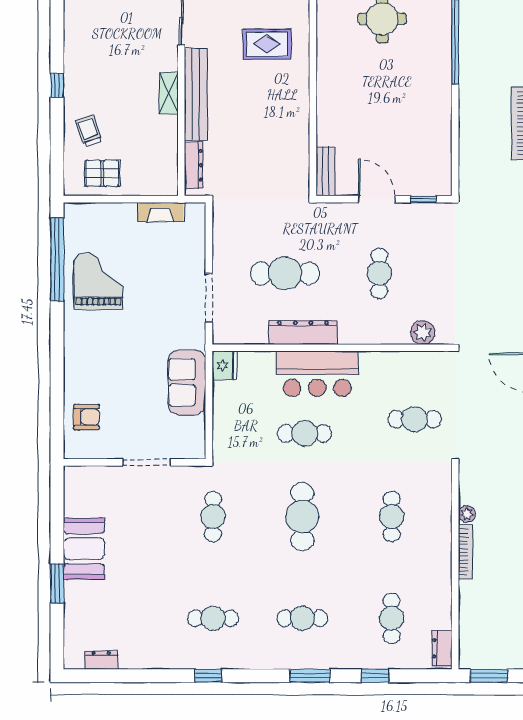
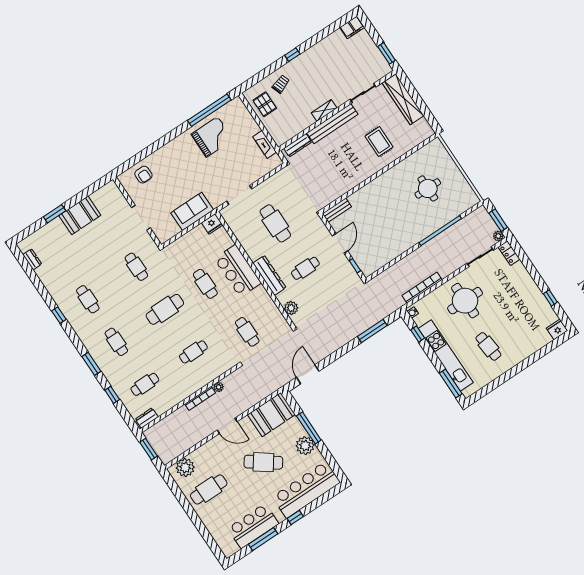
dresser: (303, 332) -> (269, 275), moved
cafe table: (213, 517) -> (136, 267), turned 90

